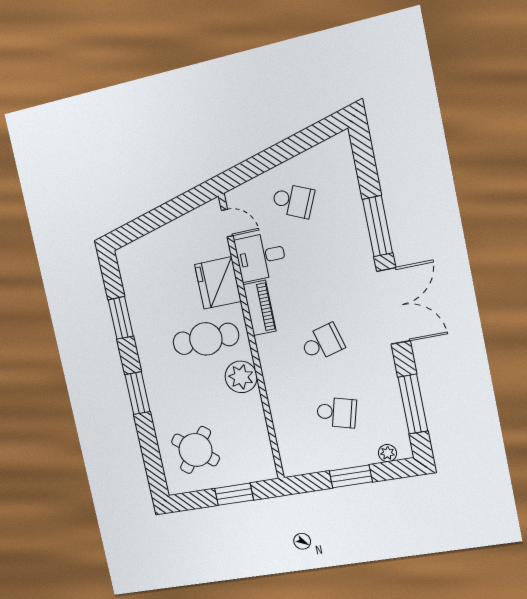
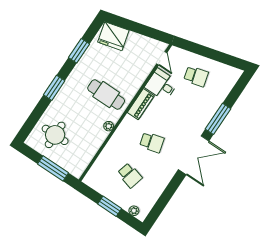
school desk: (293, 201) -> (196, 76), turned -39
fridge: (218, 283) -> (113, 36), moved, turned -104
plant: (241, 377) -> (109, 126), width x0.53, depth x0.53
window: (413, 404) -> (163, 201), removed
round table: (196, 450) -> (55, 135), turned -38
window: (234, 494) -> (53, 168), width x1.44

